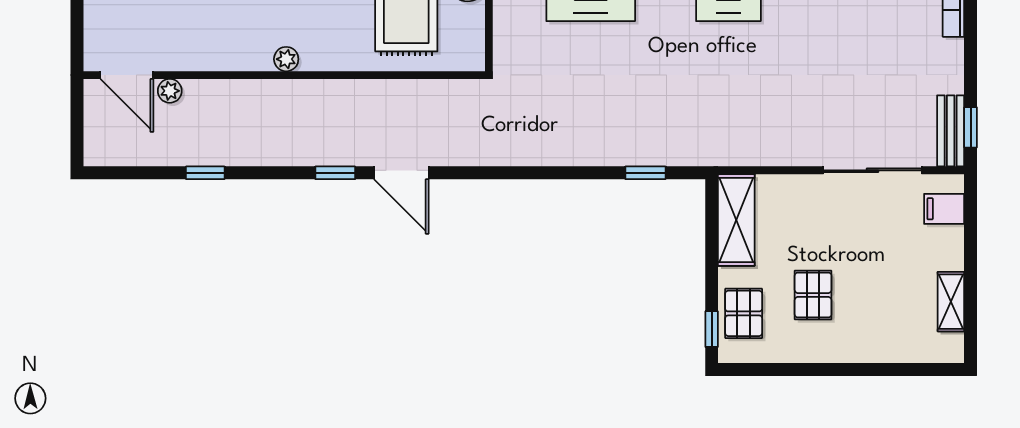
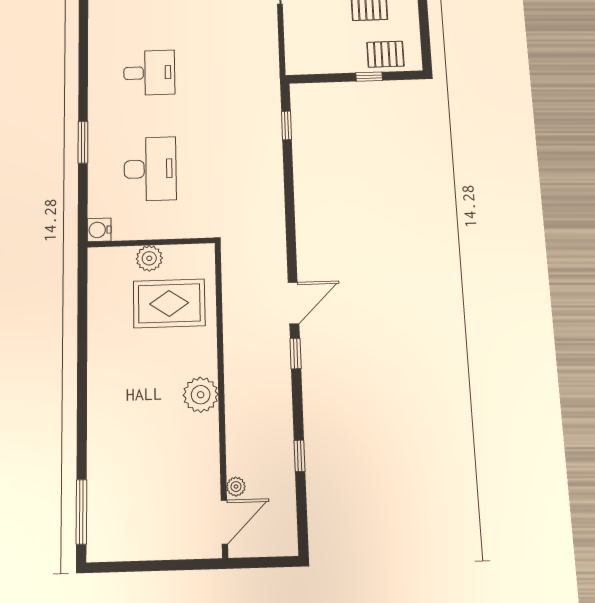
plant: (286, 59) -> (201, 395), width x1.87, depth x1.87
shelving: (736, 220) -> (318, 61), removed
window: (712, 329) -> (369, 77), moved

